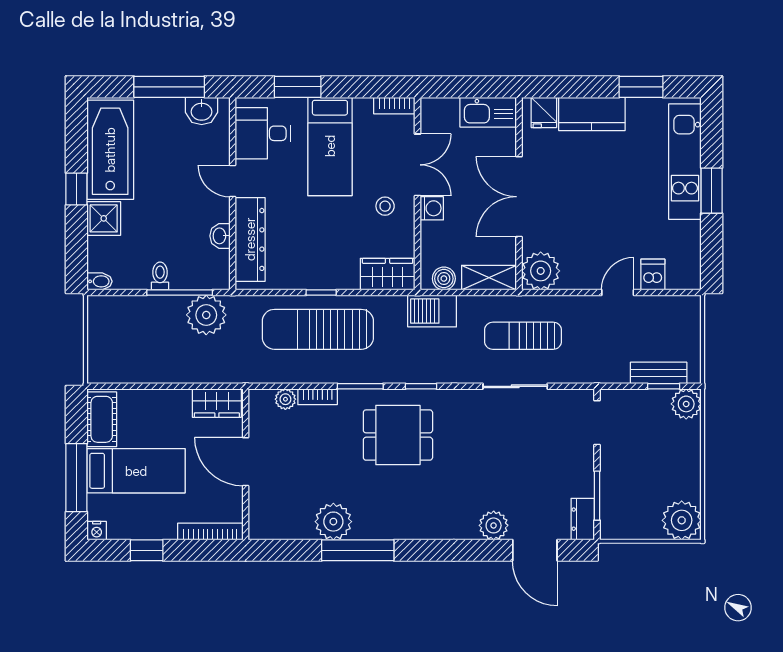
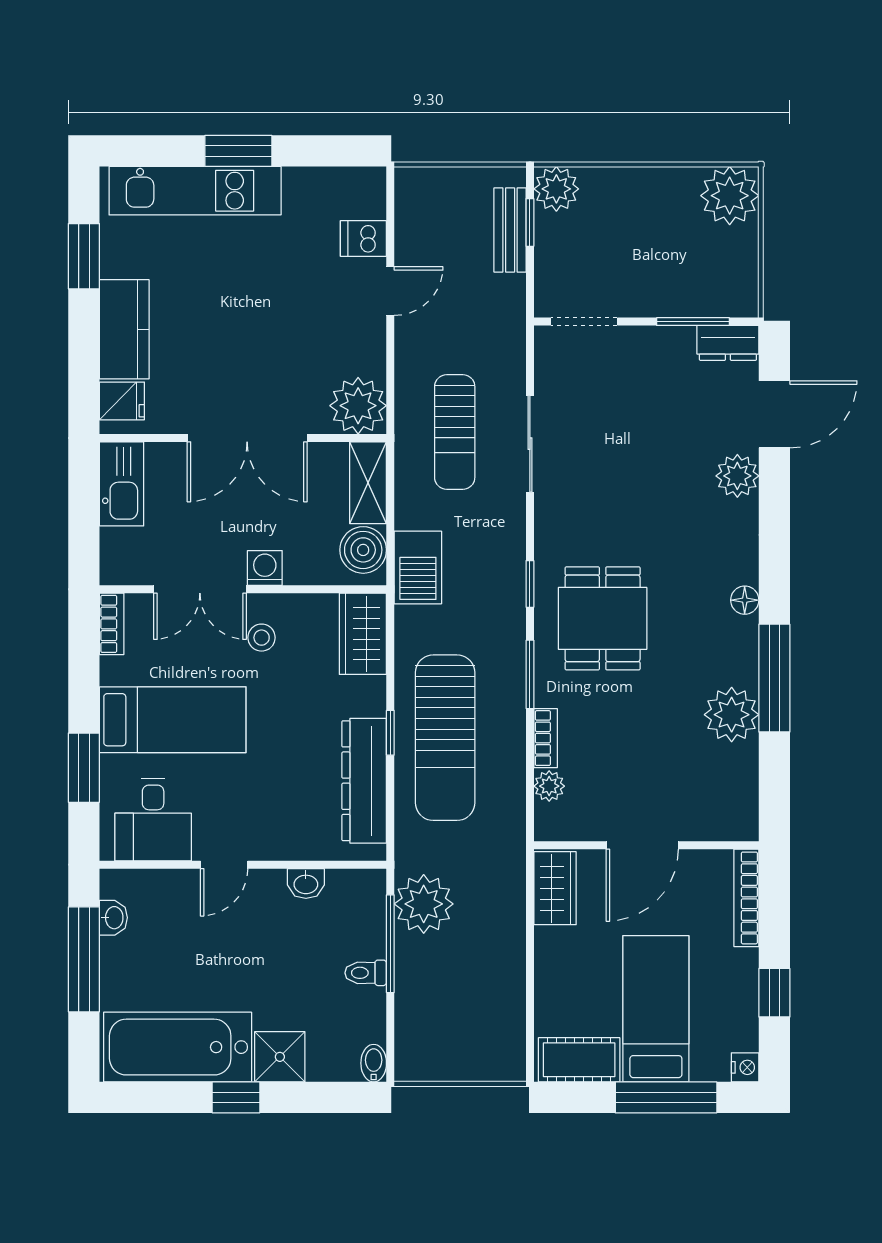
washbasin: (202, 111) -> (113, 918), width x0.72, depth x0.69
double door: (417, 165) -> (200, 589), swing flipped
dresser: (250, 239) -> (364, 781), moved, turned -90
boiler: (444, 279) -> (363, 550), width x1.36, depth x1.36
door: (618, 293) -> (390, 291), swing flipped
floor lamp: (410, 530) -> (745, 600), added

